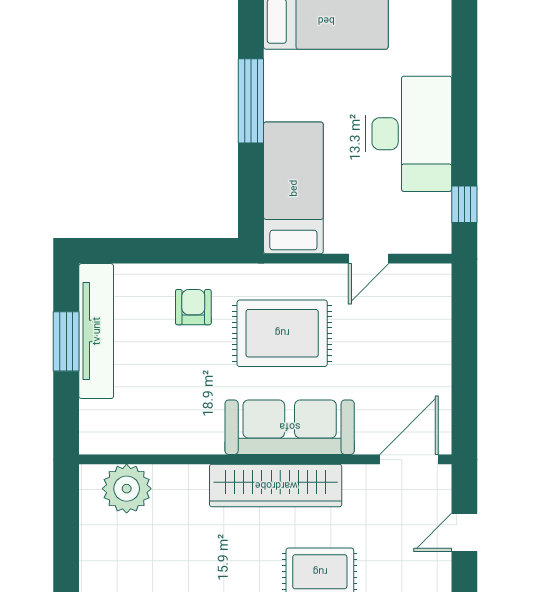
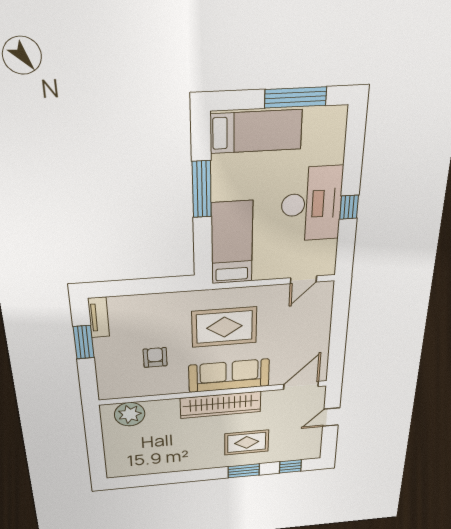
window: (464, 204) -> (349, 207), moved
door: (369, 259) -> (304, 280), moved
armchair: (193, 307) -> (155, 357), moved
tv unit: (96, 331) -> (99, 317), width x0.52, depth x0.78

